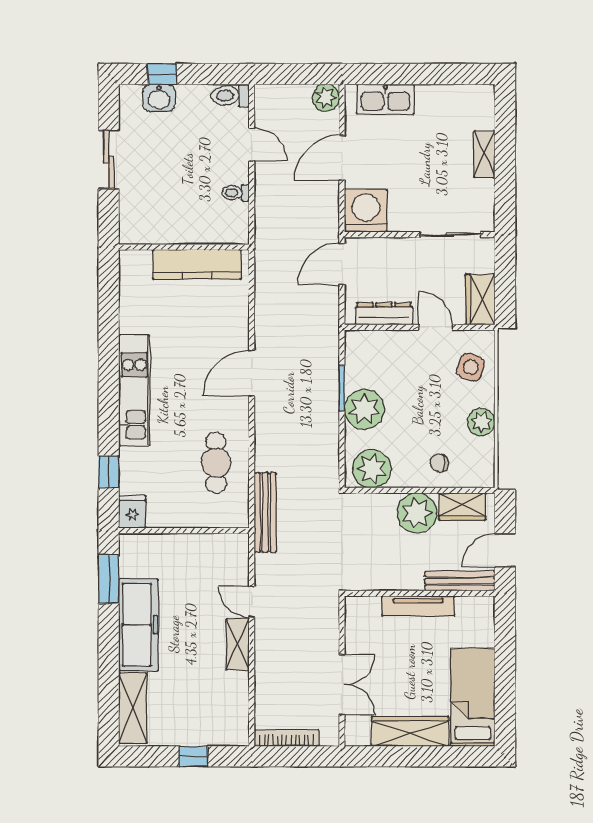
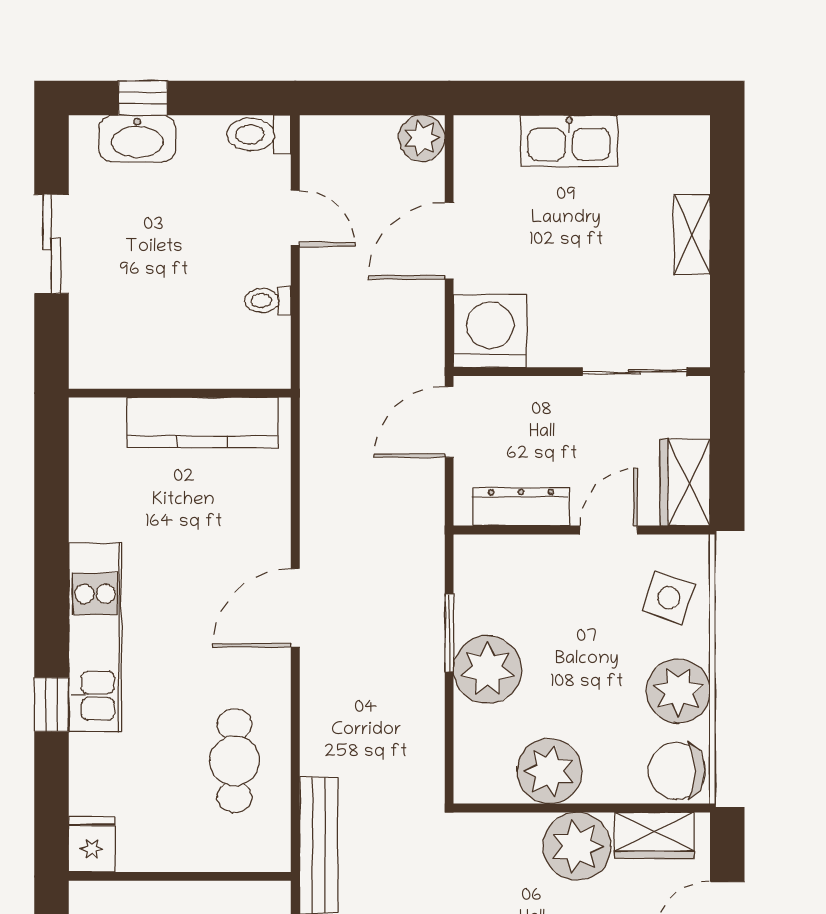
washbasin: (159, 98) -> (137, 139), width x1.38
kitchen sink: (386, 99) -> (569, 141), moved
door: (435, 327) -> (609, 530), hinge flipped
plant: (481, 422) -> (678, 691), width x1.36, depth x1.36
chair: (439, 463) -> (677, 771), moved, width x1.87, depth x1.87
plant: (372, 469) -> (549, 771), moved
window: (109, 472) -> (51, 705), moved

